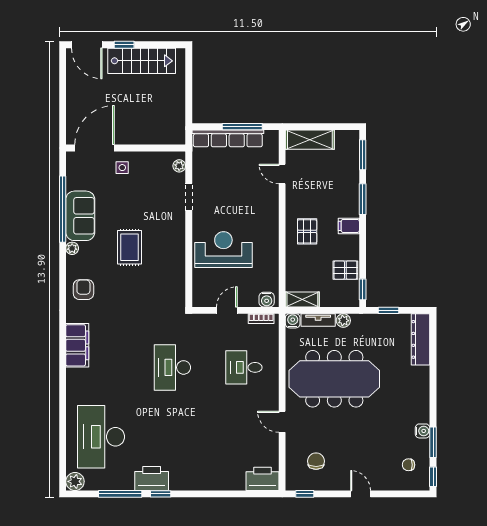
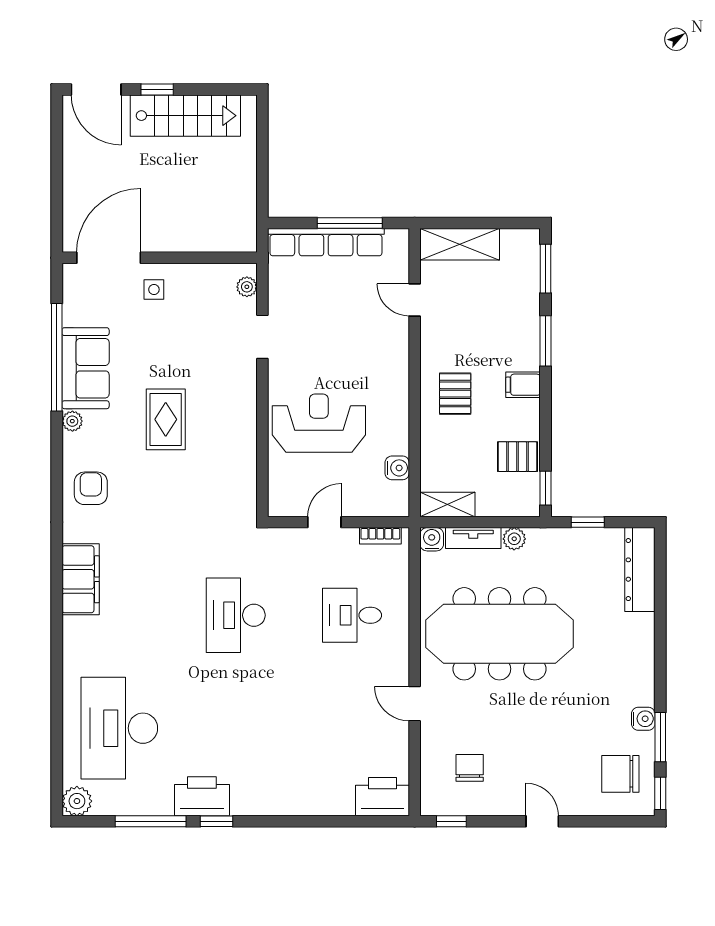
water cooler: (267, 300) -> (397, 468), moved, turned -90
chair: (408, 465) -> (620, 774), width x1.87, depth x1.87

